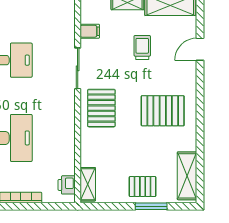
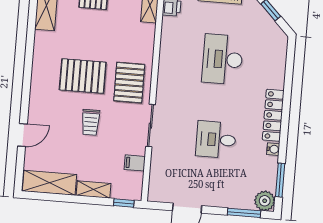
trolley: (142, 48) -> (90, 122), moved
pallet: (163, 111) -> (83, 76), moved

